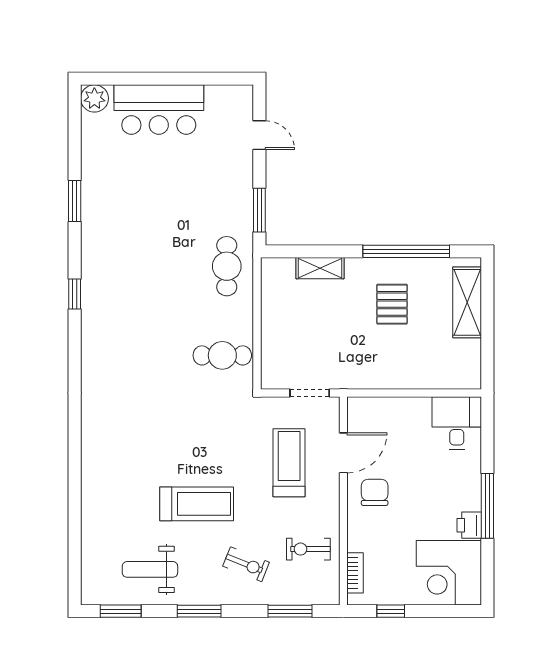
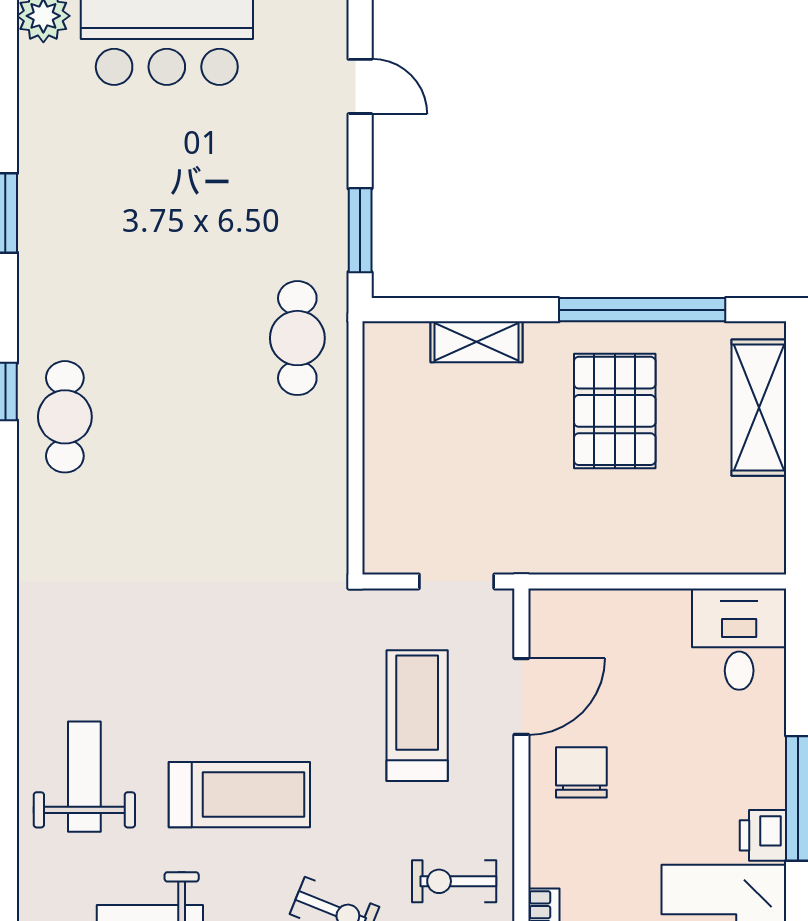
pallet: (392, 304) -> (615, 411), width x1.50, depth x1.42
cafe table: (222, 355) -> (65, 417), moved, turned 90
weight bench: (116, 495) -> (84, 777), added

